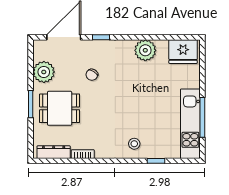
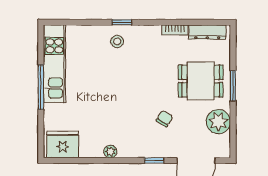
plant: (145, 50) -> (110, 152), width x0.53, depth x0.53
window: (202, 117) -> (41, 87), moved
window: (156, 161) -> (122, 22), moved

